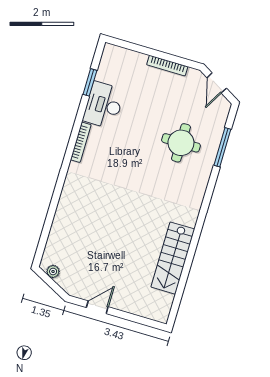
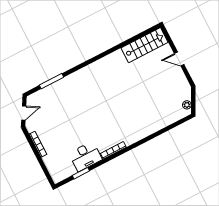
round table: (181, 143) -> (68, 103), removed
stairs: (173, 258) -> (144, 45), moved
door: (97, 307) -> (179, 59), moved

